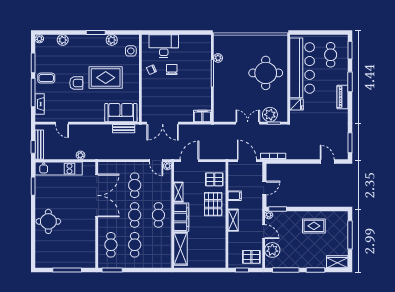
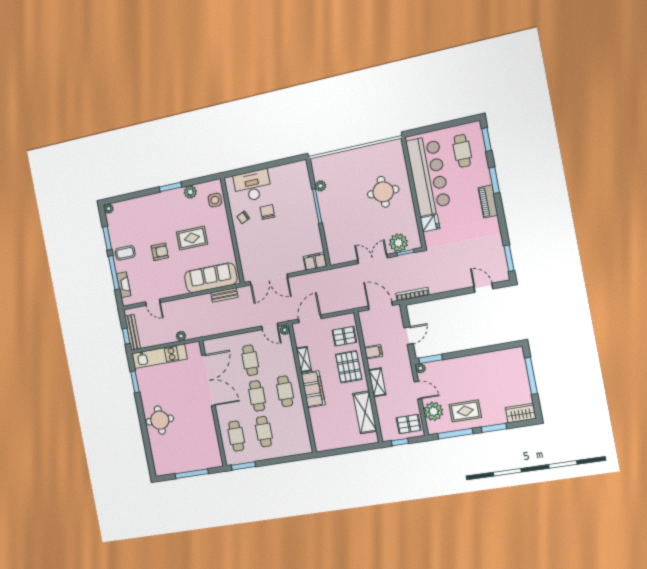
plant: (63, 40) -> (135, 204), removed
round table: (266, 73) -> (383, 192), width x0.73, depth x0.73
rug: (106, 78) -> (192, 238), width x0.73, depth x0.70
sofa: (121, 113) -> (211, 278), width x1.36
rug: (314, 226) -> (465, 411), moved
shelving: (181, 249) -> (365, 412), moved

